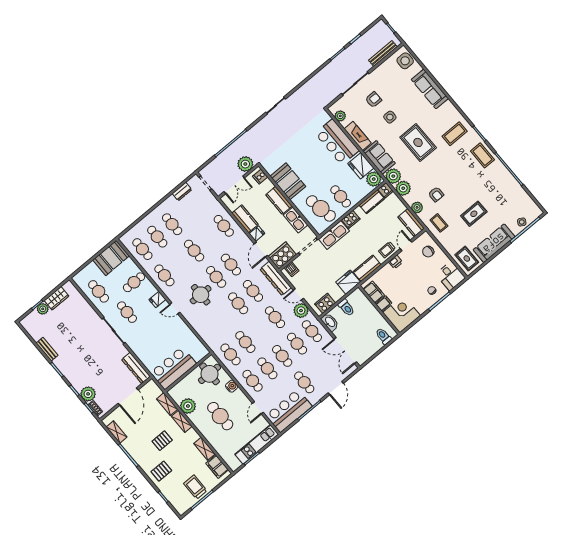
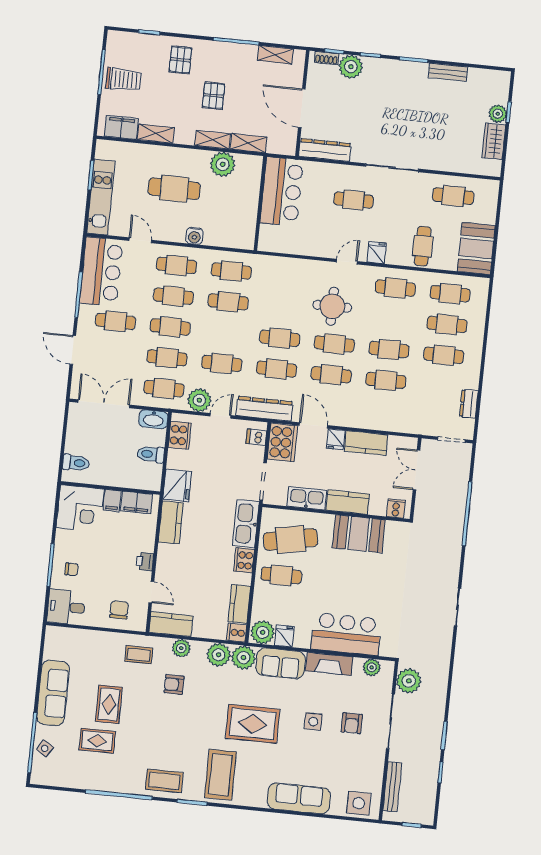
coffee table: (455, 134) -> (220, 775), width x1.36, depth x1.32
plant: (245, 164) -> (409, 681), moved
fridge: (361, 166) -> (284, 636), width x0.53, depth x0.75
cafe table: (224, 226) -> (386, 380), moved
trolley: (387, 250) -> (168, 566), removed
rug: (467, 258) -> (97, 741), moved
cafe table: (127, 312) -> (354, 200), moved
round table: (210, 374) -> (234, 225), removed

